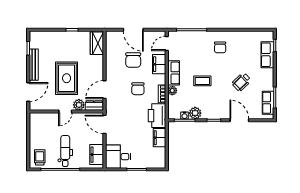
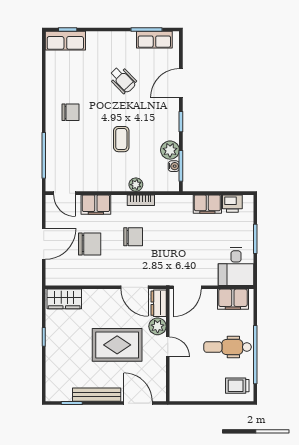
row of seats: (267, 55) -> (65, 41), moved
row of seats: (174, 73) -> (109, 183), removed
printer: (157, 116) -> (232, 204), moved, width x0.53, depth x0.68

